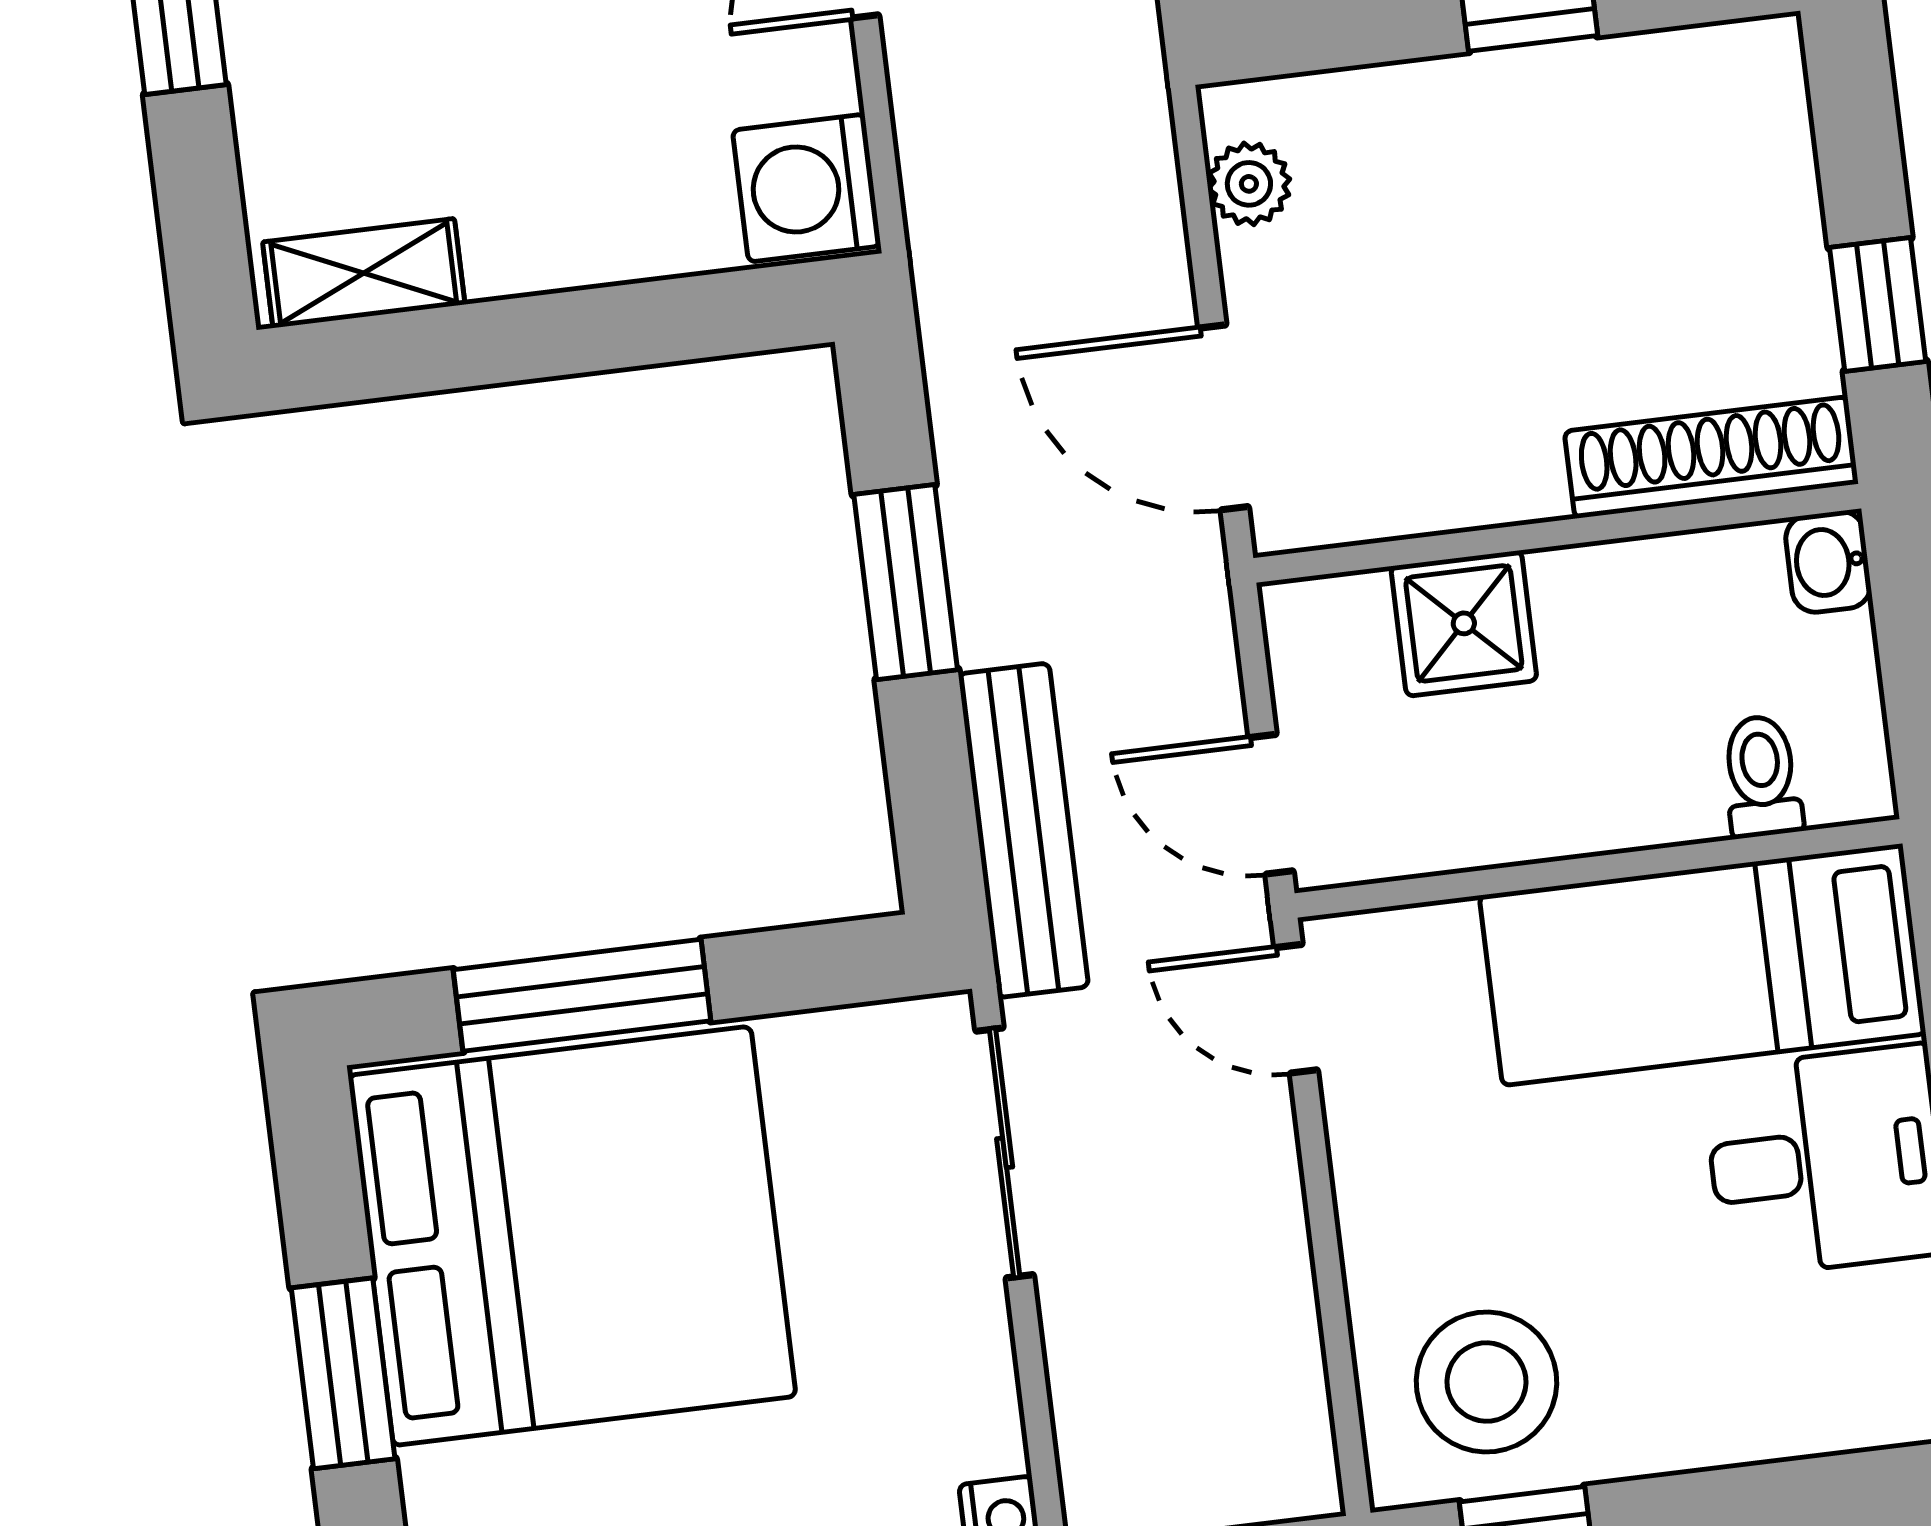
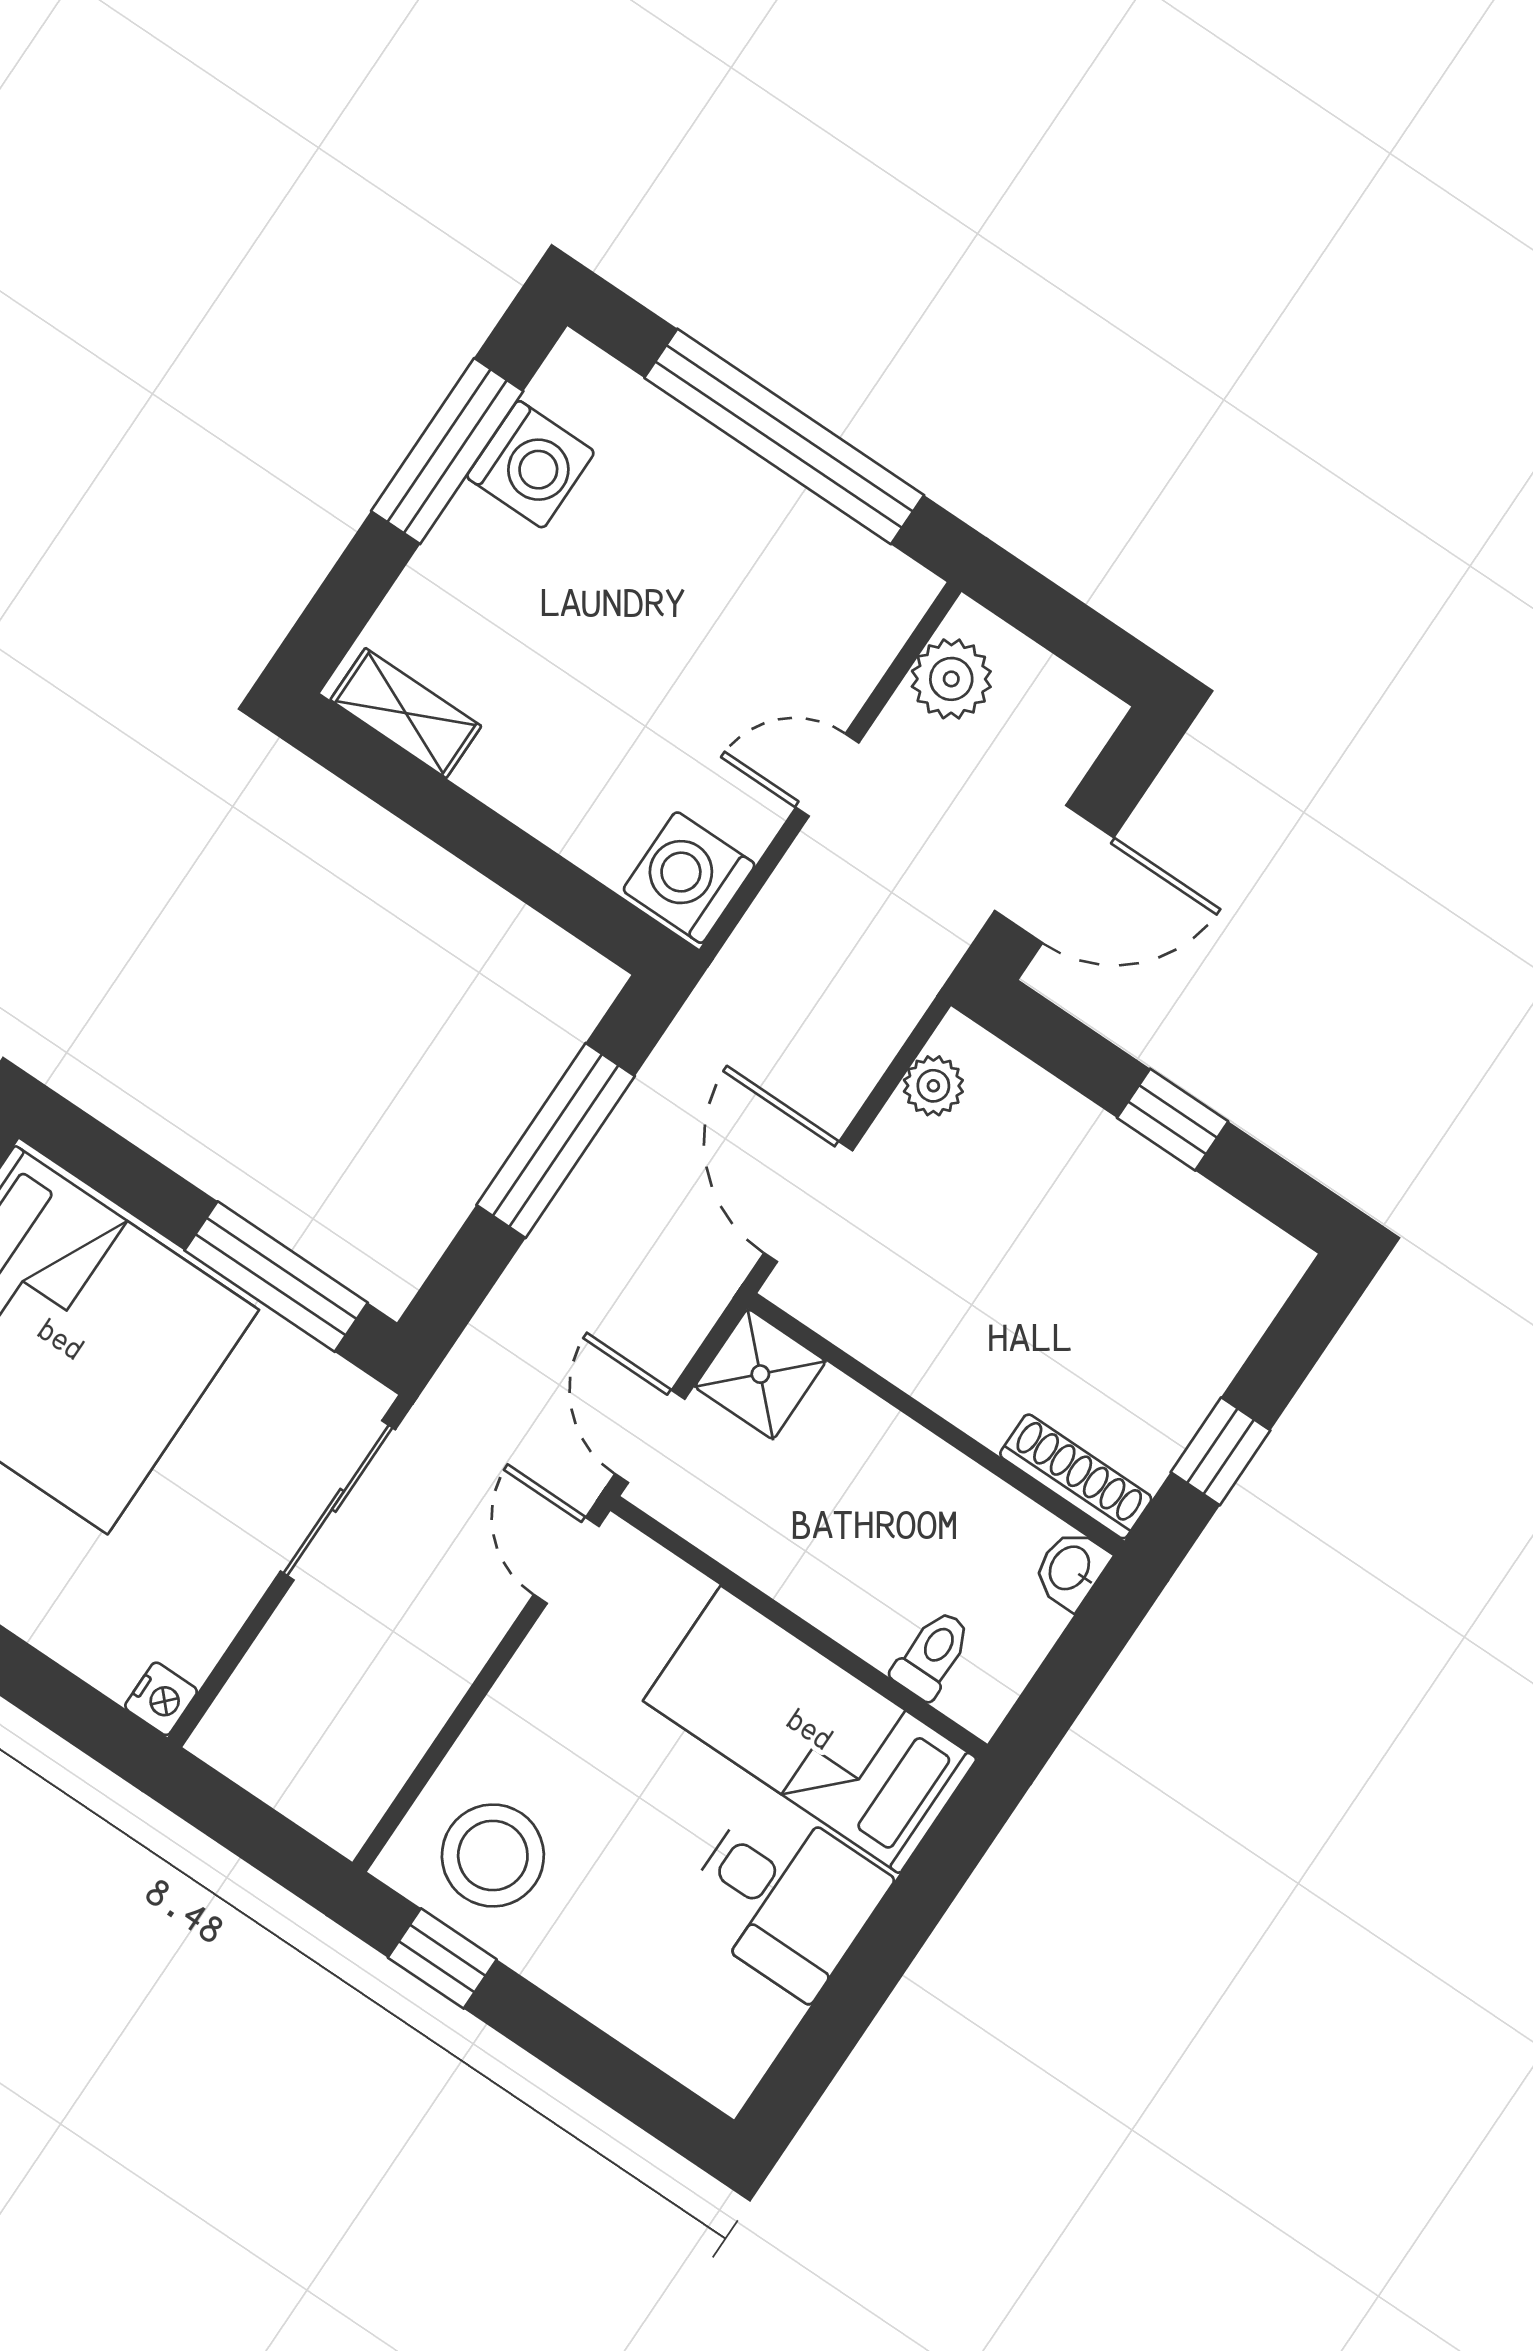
shoe rack: (1711, 458) -> (1076, 1476), width x0.74, depth x0.81
window: (906, 582) -> (556, 1140), width x1.44
shower: (1464, 623) -> (760, 1374), moved
bench: (1023, 830) -> (502, 1333), removed
window: (582, 995) -> (276, 1277), moved

